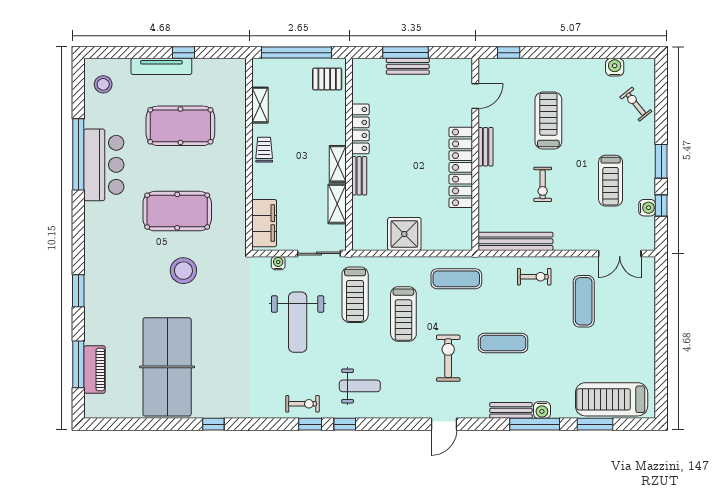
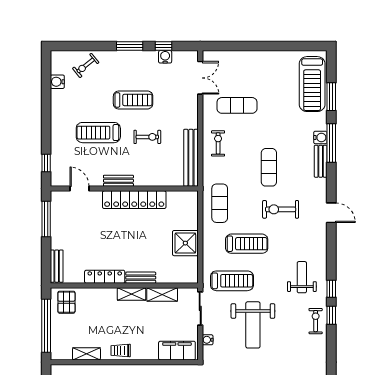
window: (405, 53) -> (46, 219), moved
bench: (408, 66) -> (57, 266), moved
treadmill: (611, 181) -> (133, 100), moved
weight bench: (298, 322) -> (253, 325), turned 90

